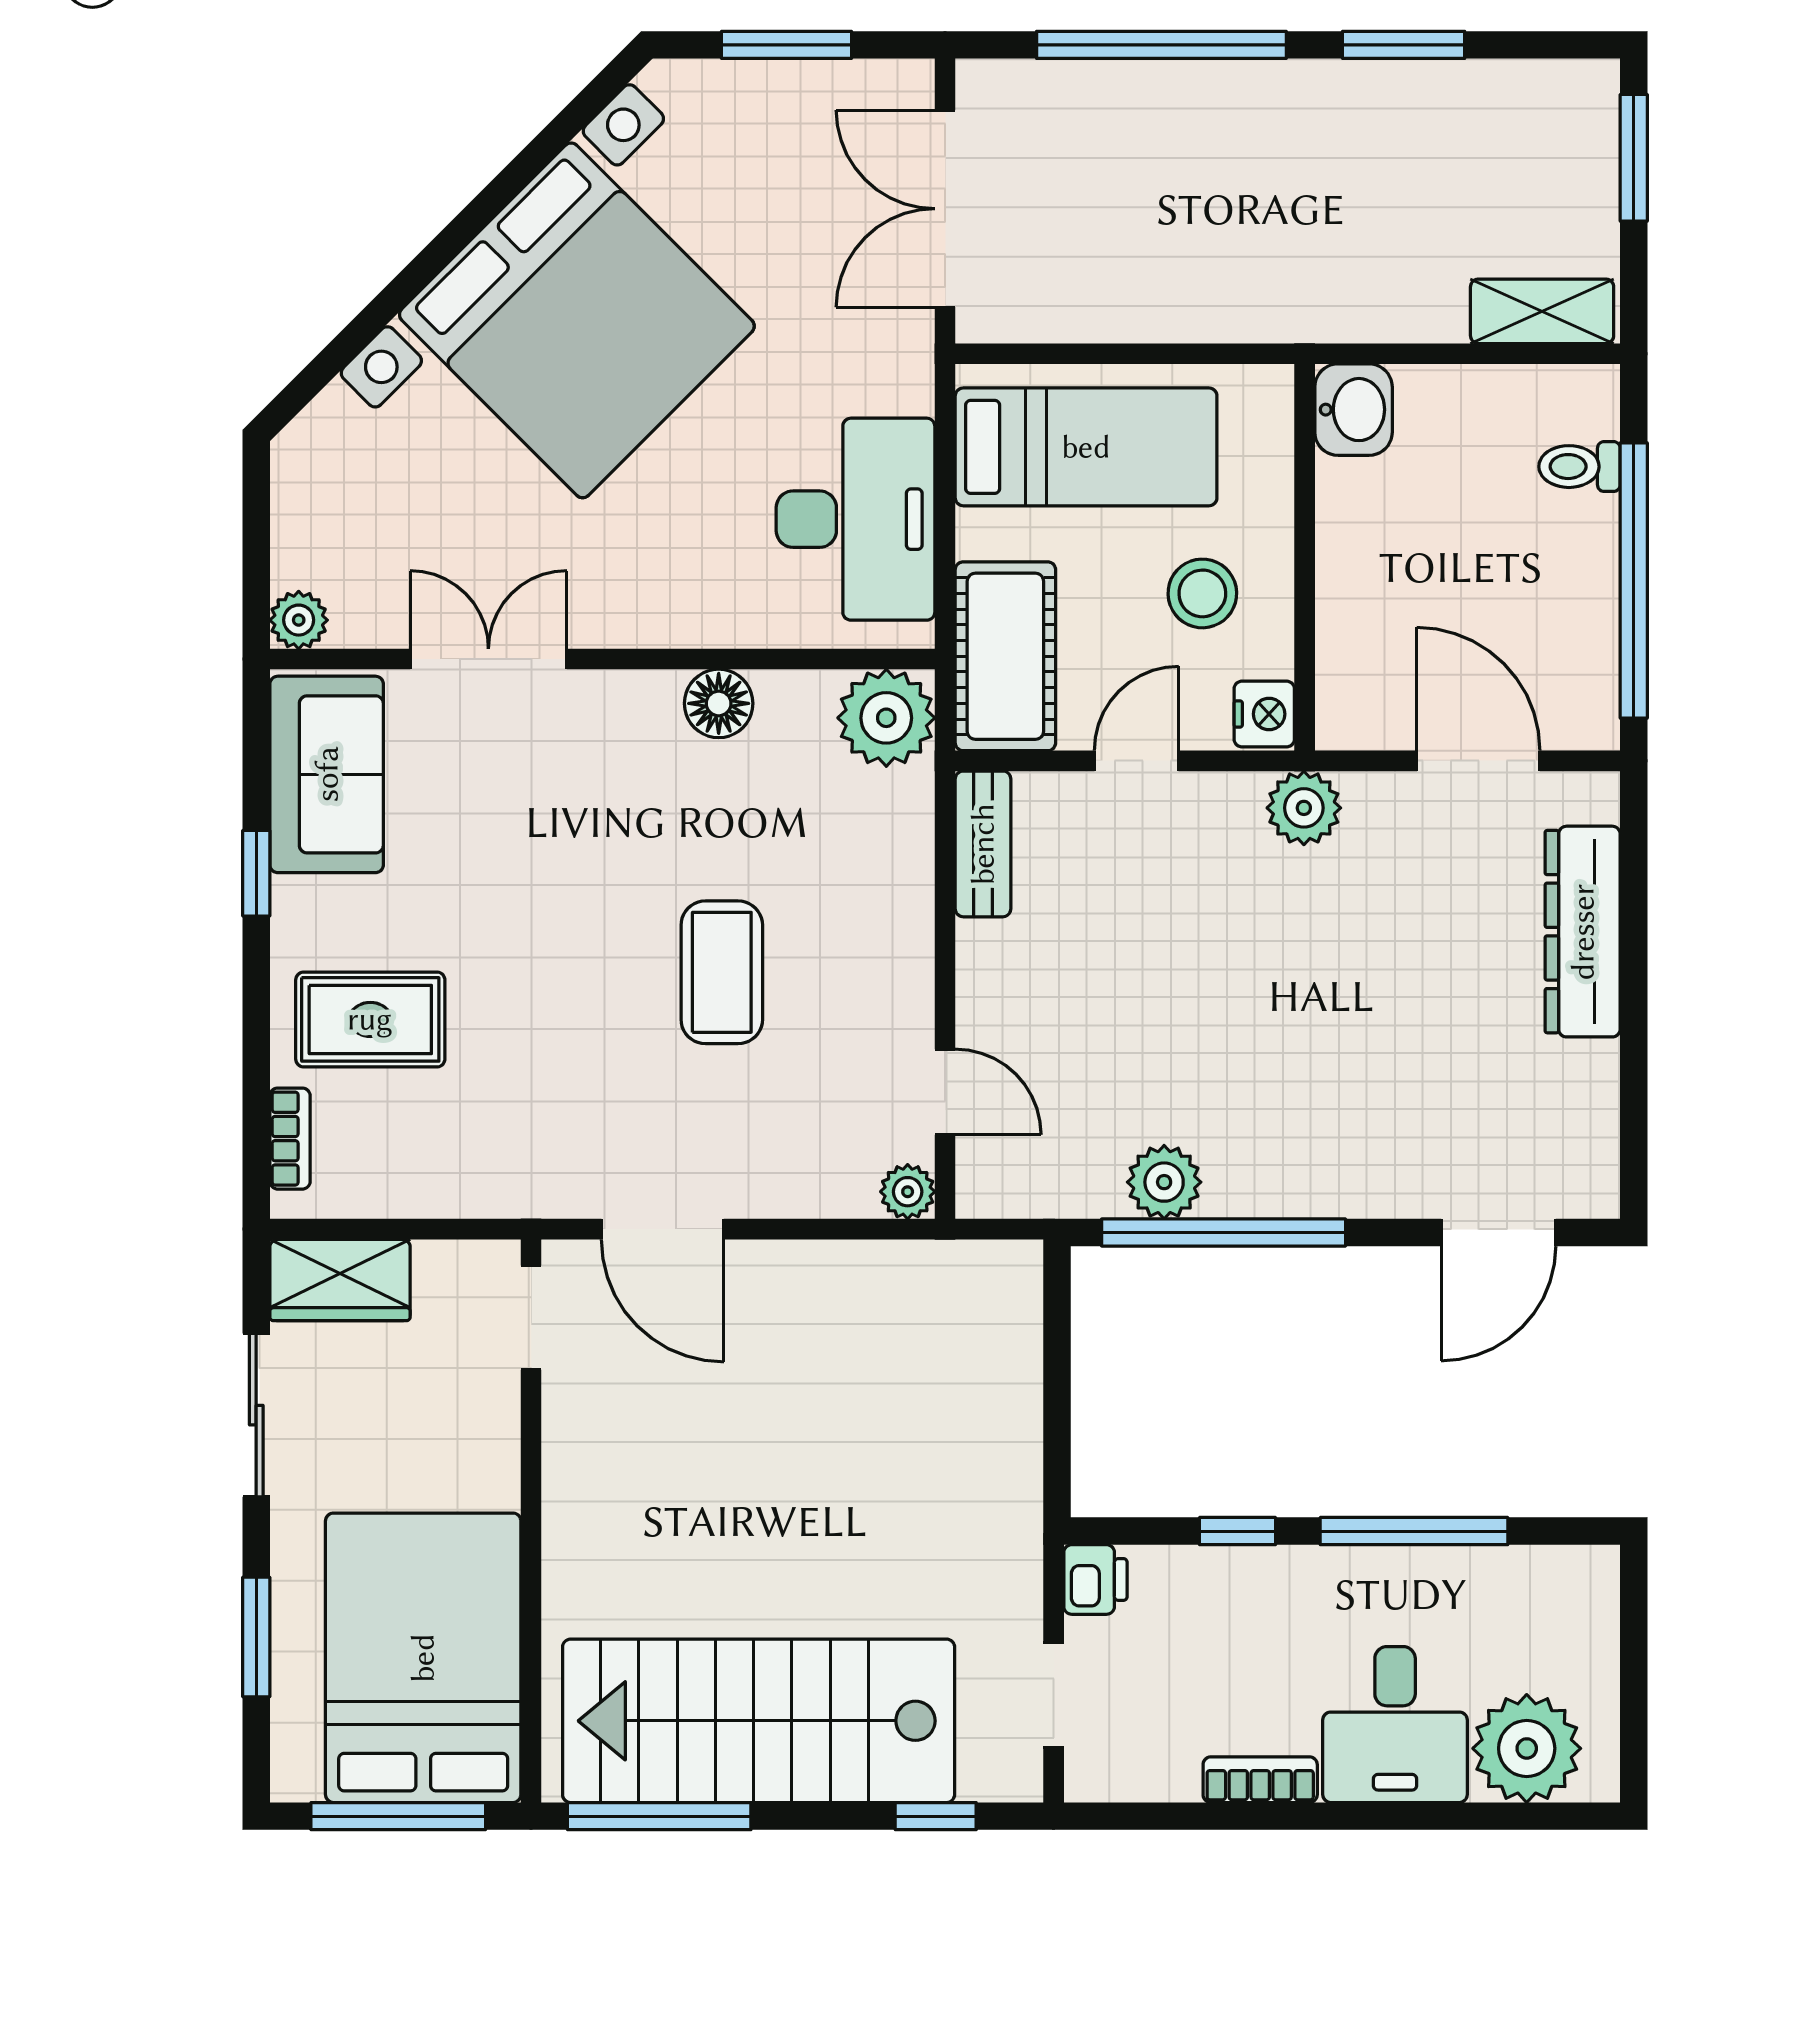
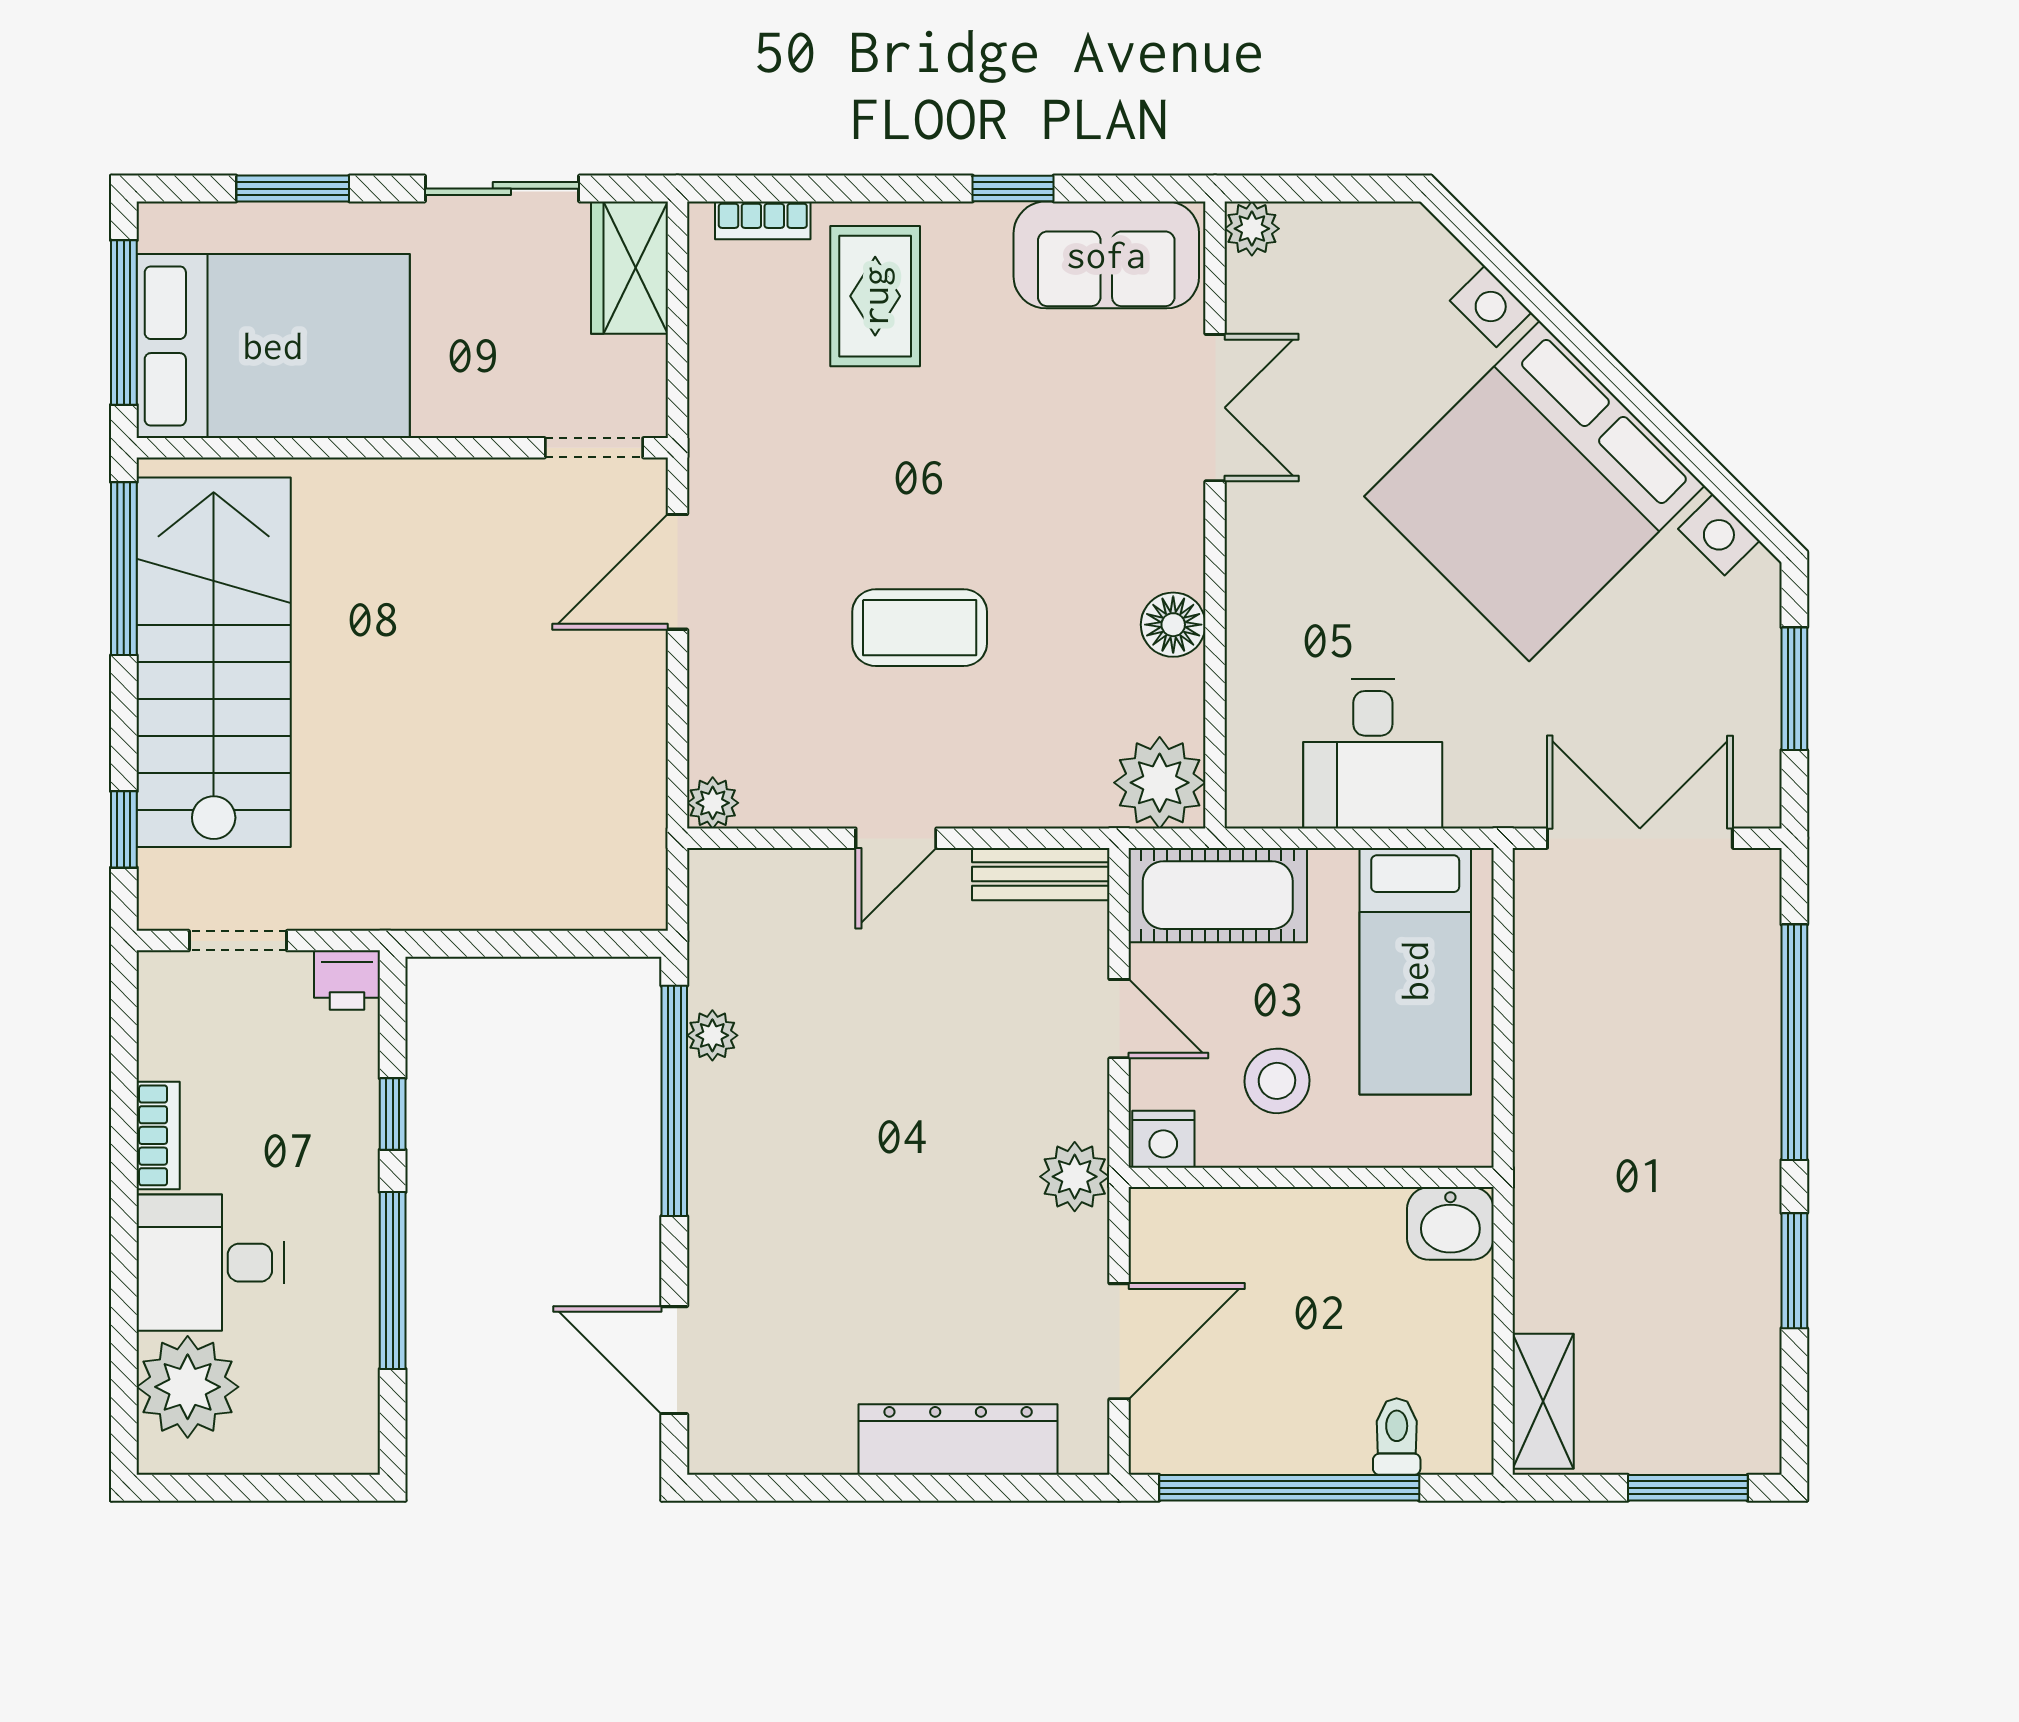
desk: (856, 519) -> (1373, 754), width x0.73
door: (945, 1092) -> (896, 838), moved
plant: (1164, 1182) -> (712, 1035), width x0.73, depth x0.73

